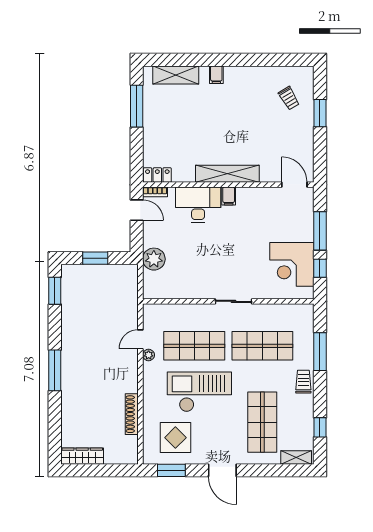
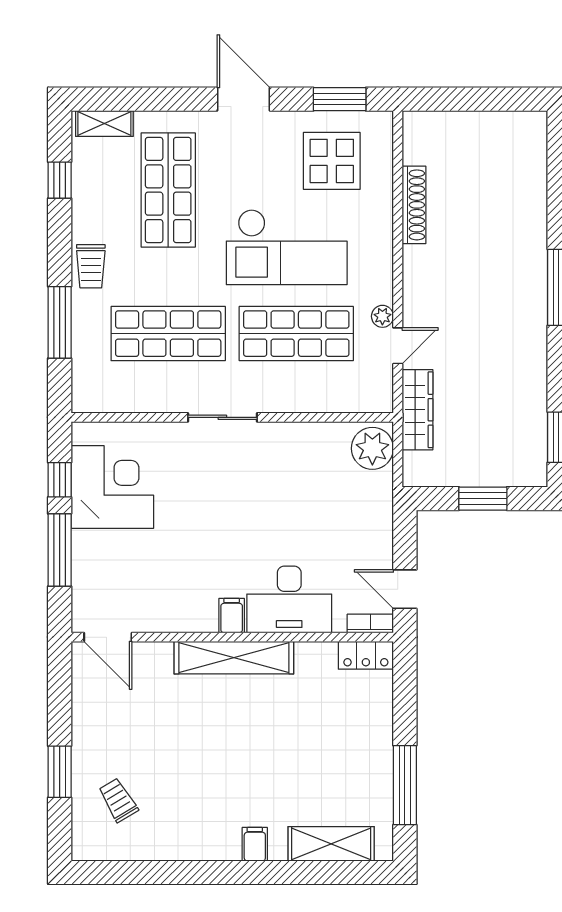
plant: (154, 259) -> (372, 448), moved
wardrobe: (82, 456) -> (418, 410), moved, turned -90

